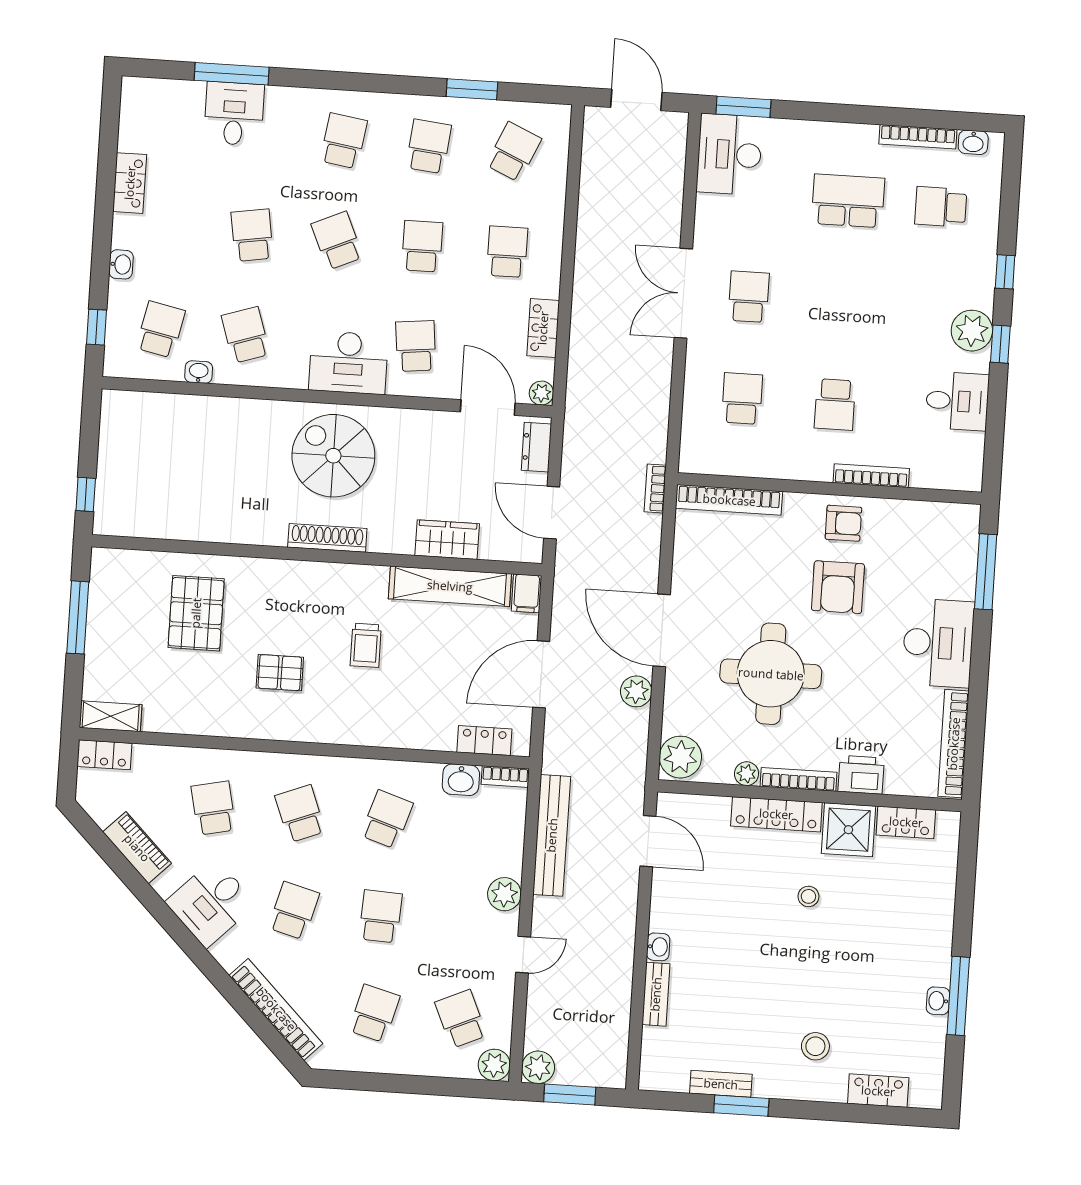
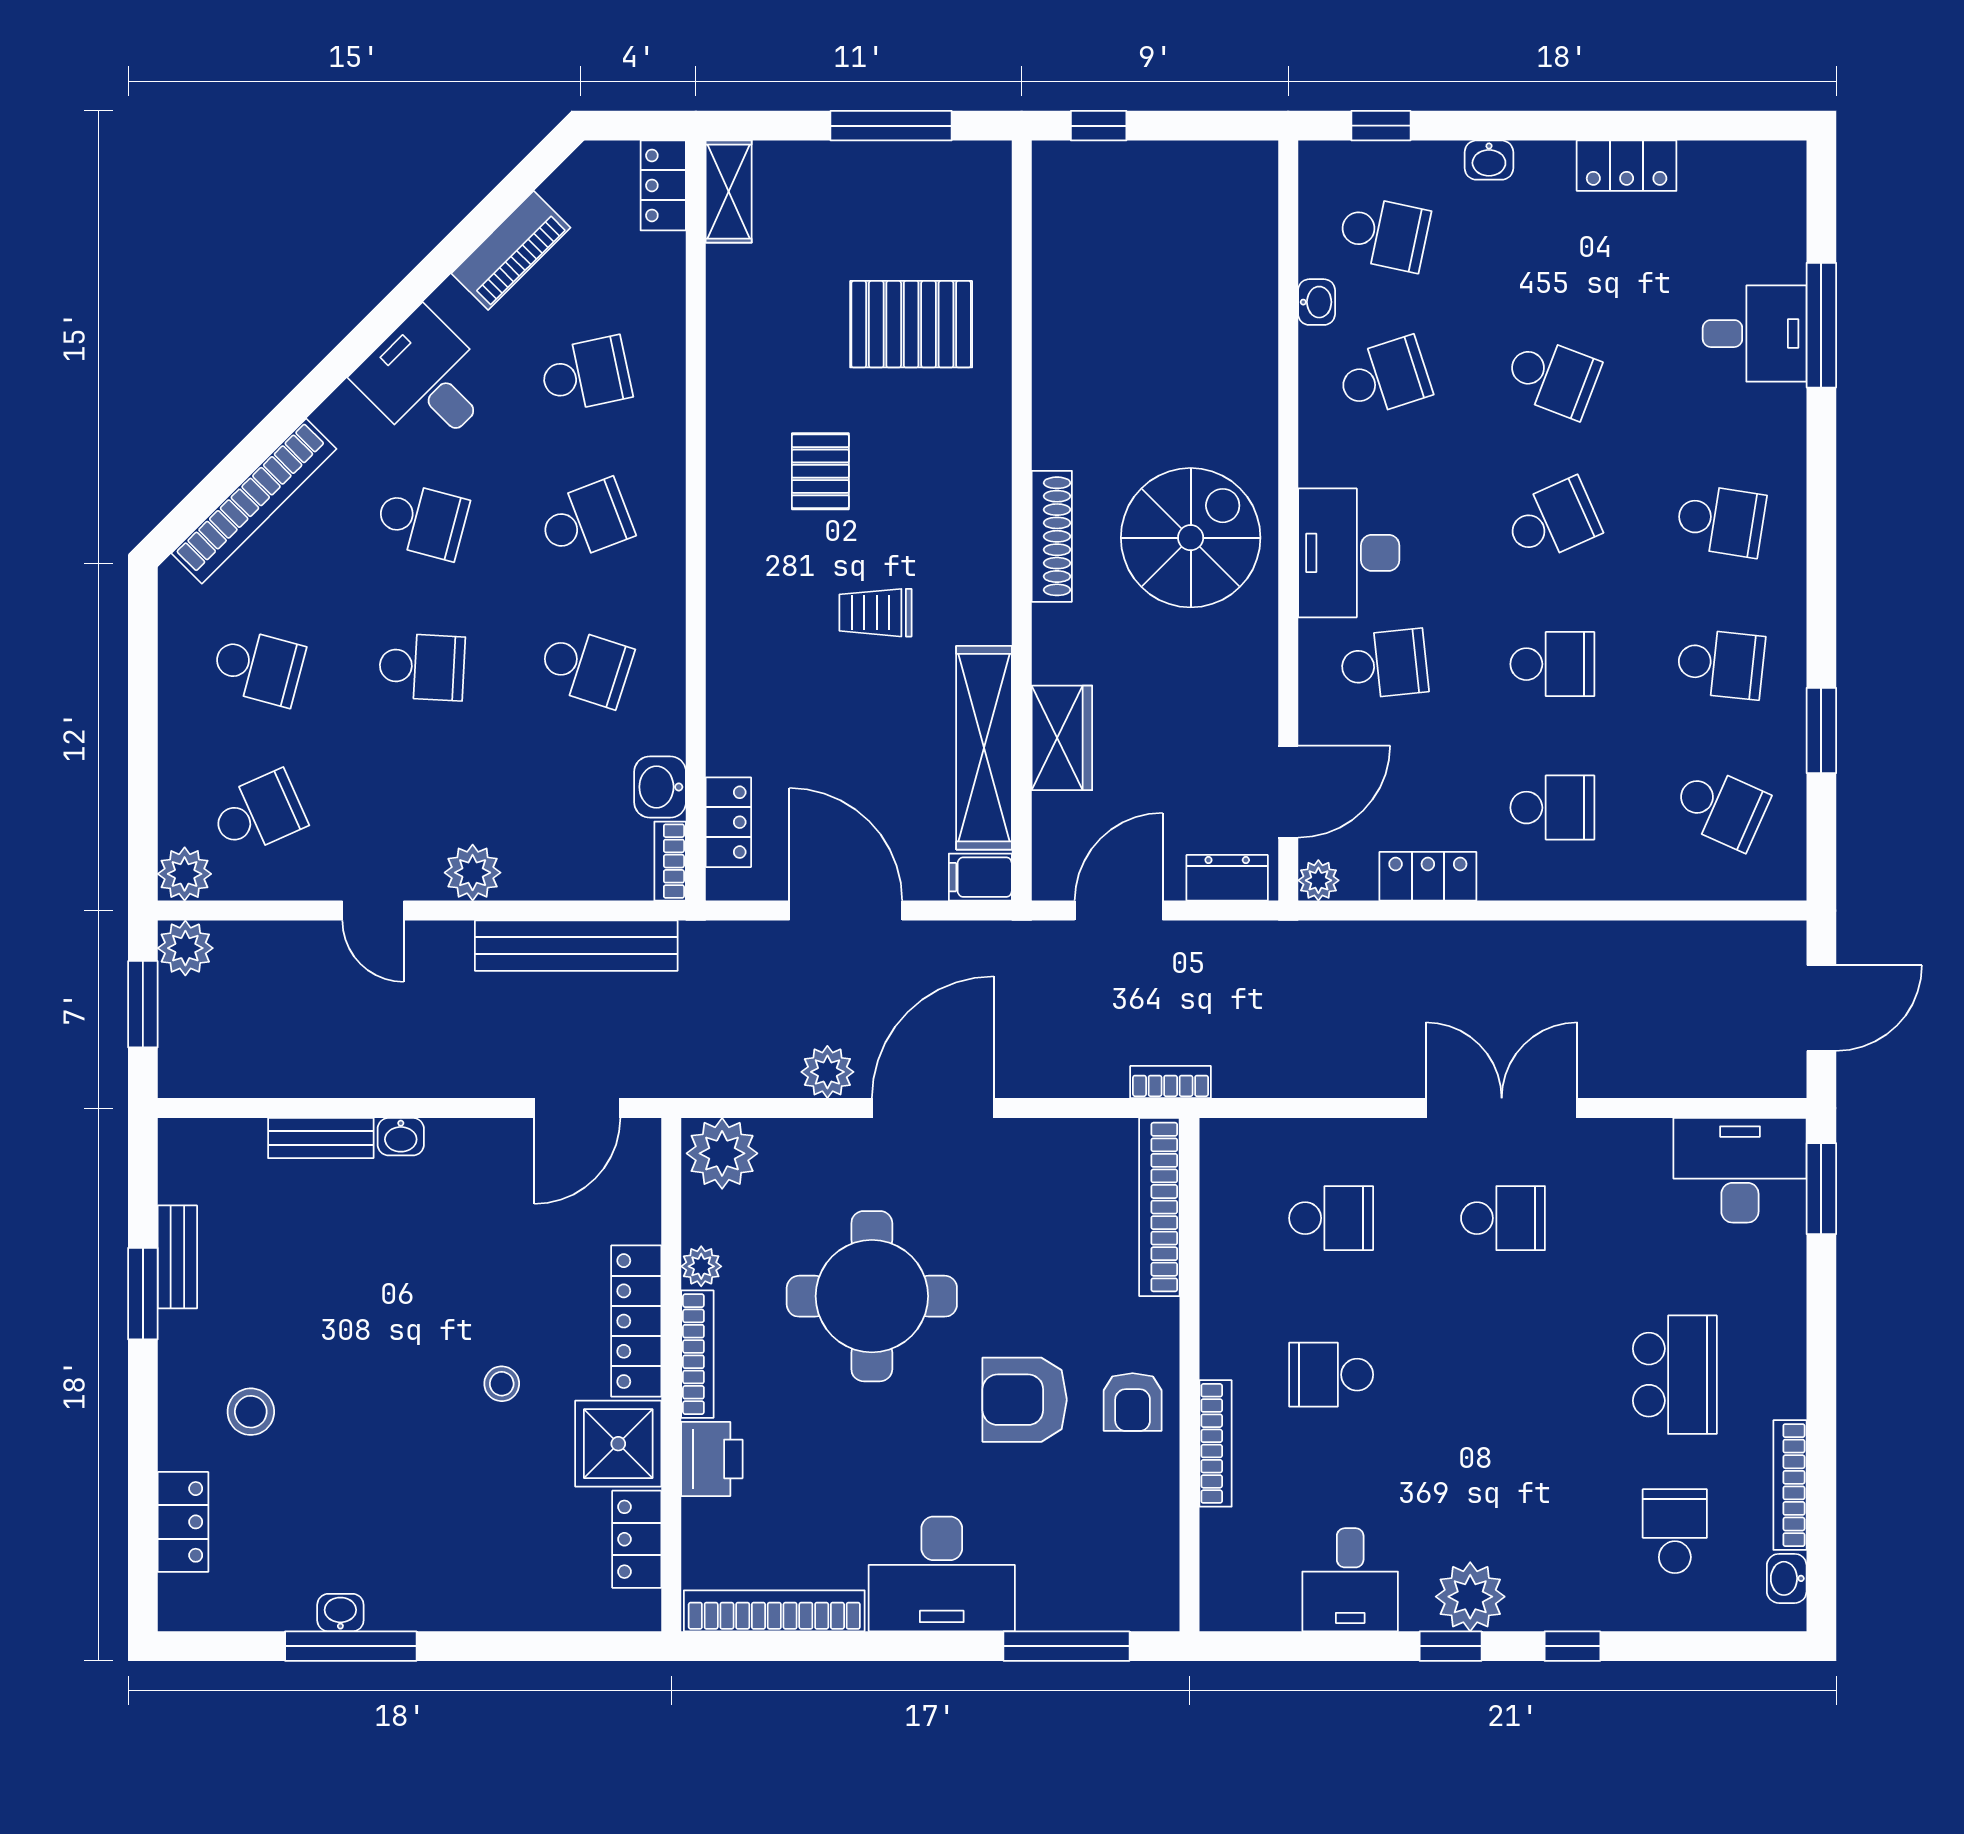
school desk: (252, 235) -> (1552, 377), turned 30

